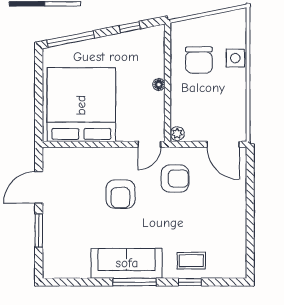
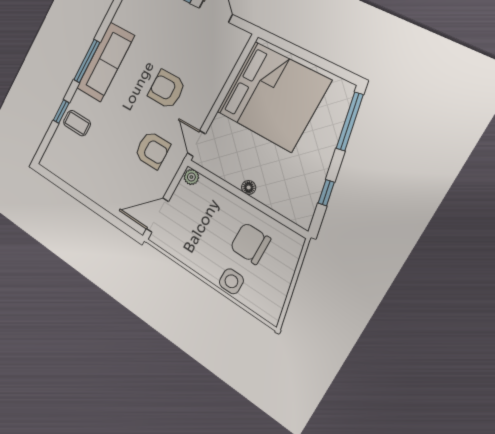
armchair: (175, 178) -> (152, 150), turned -90
coffee table: (191, 261) -> (77, 123), turned 90

